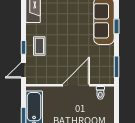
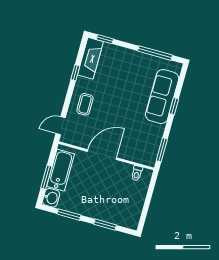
window: (23, 47) -> (75, 73), moved
door: (76, 85) -> (102, 155), moved

